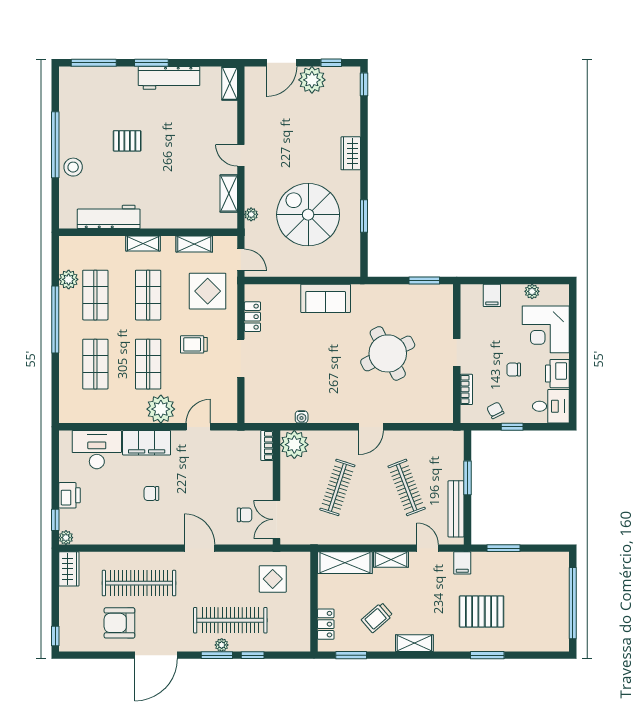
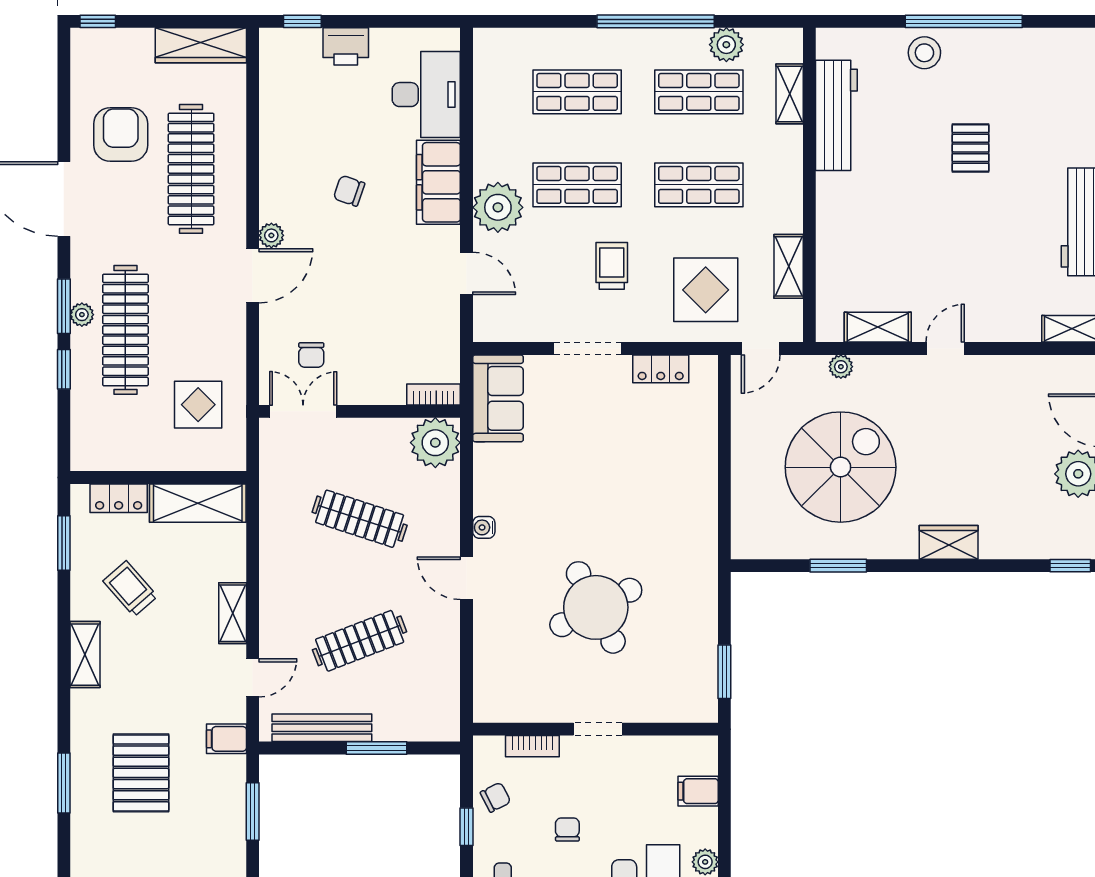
shelving: (143, 244) -> (790, 94), moved
sofa: (326, 298) -> (498, 398), moved, turned 180
water cooler: (302, 417) -> (484, 527), moved
chair: (151, 493) -> (349, 191), turned -71
plant: (66, 538) -> (271, 235), moved
shelving: (345, 563) -> (198, 503), moved, turned 90
wardrobe: (69, 569) -> (201, 45), width x1.50

